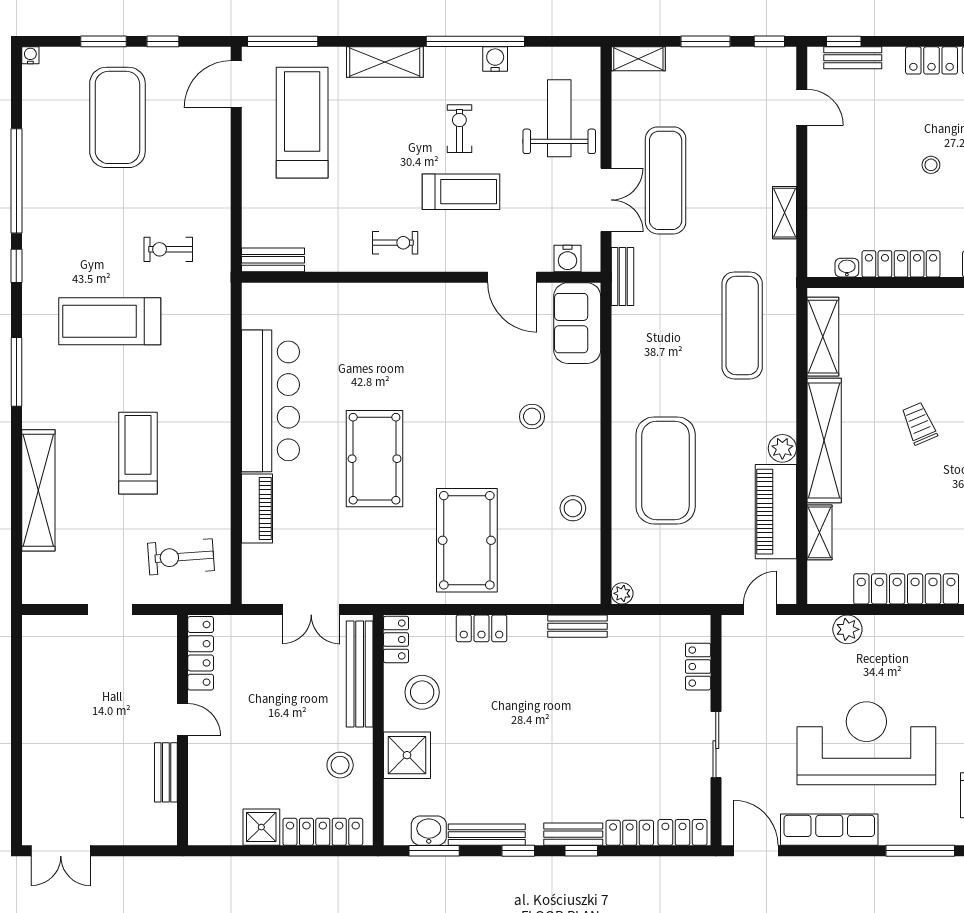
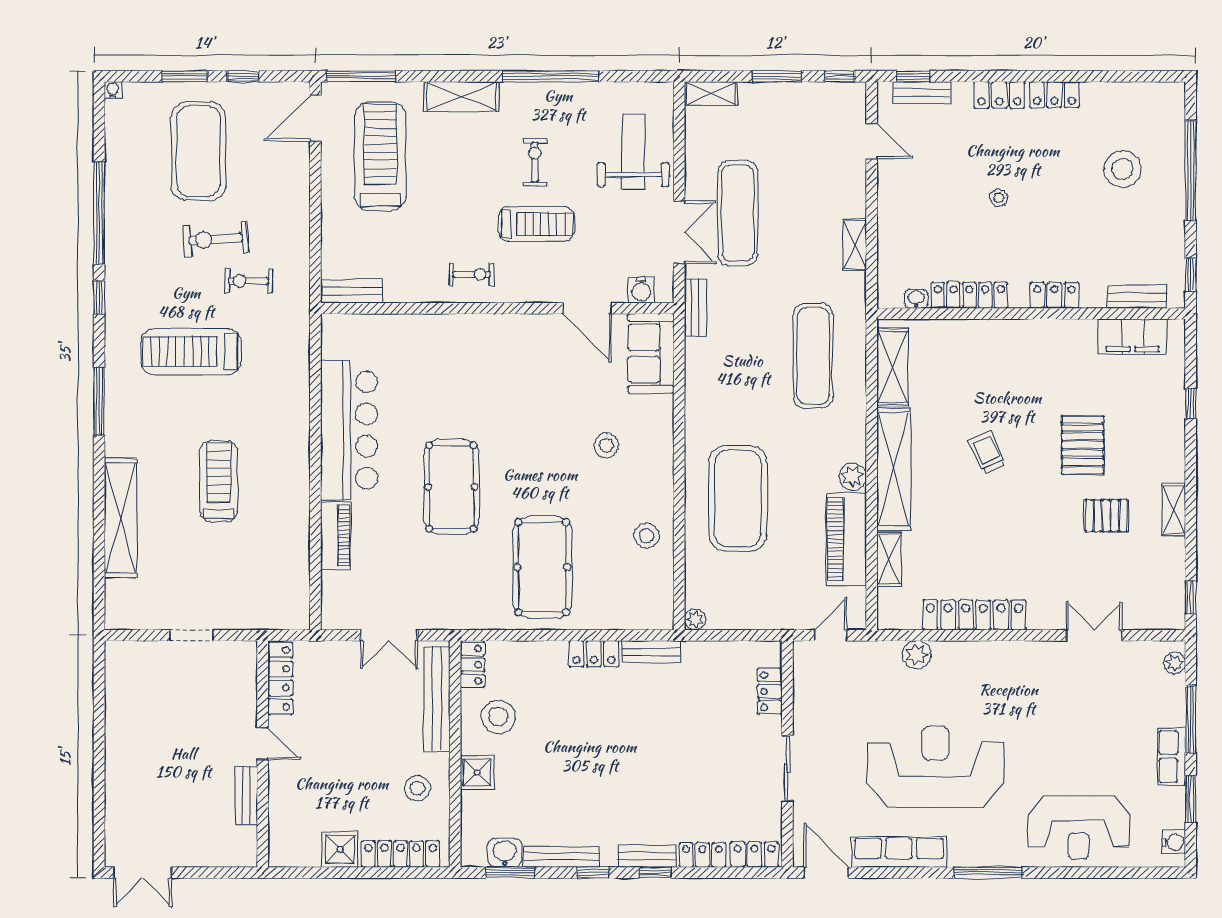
water cooler: (495, 59) -> (570, 94), removed
exercise bike: (181, 557) -> (216, 239), moved
locker: (481, 628) -> (594, 654), moved
shower: (407, 755) -> (477, 772), width x0.73, depth x0.73

